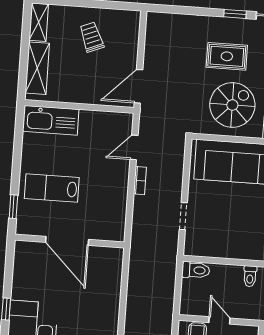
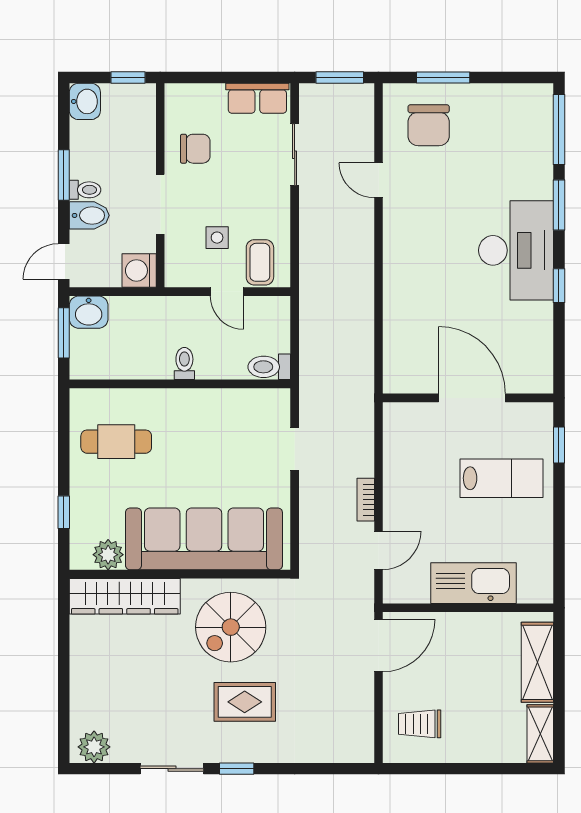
trolley: (92, 37) -> (420, 724), moved, turned 112
kitchen sink: (51, 120) -> (473, 583), moved

